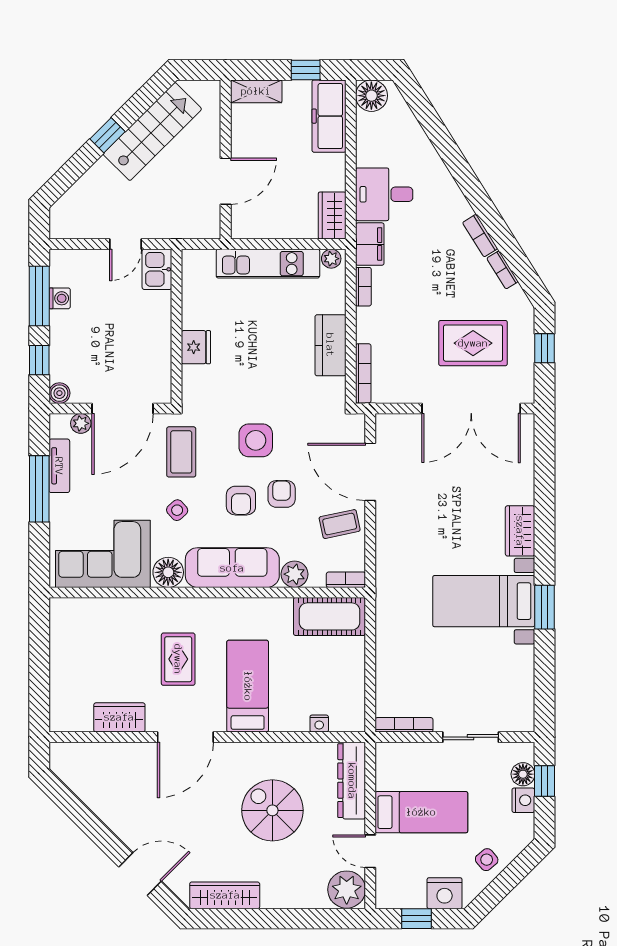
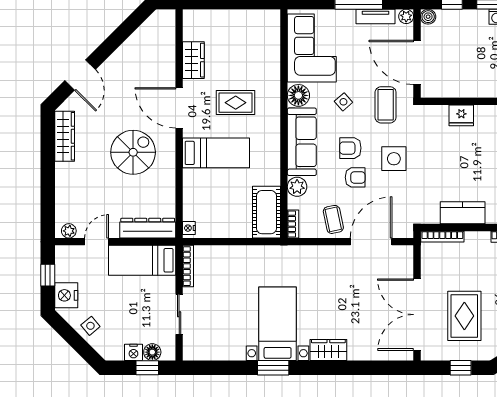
plant: (81, 423) -> (406, 16), moved
coffee table: (181, 452) -> (386, 105), turned 90
nightstand: (319, 724) -> (189, 228), moved
spiral stairs: (272, 810) -> (133, 152), moved
bed: (421, 812) -> (142, 260), moved, turned 90
plant: (347, 890) -> (69, 231), width x0.53, depth x0.53

